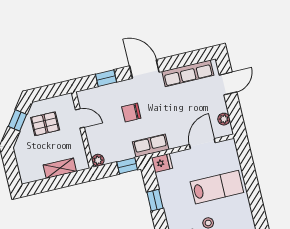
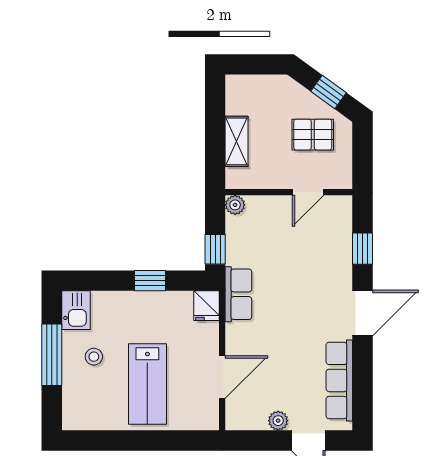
chair: (131, 112) -> (298, 276), removed
plant: (224, 119) -> (278, 421), moved
pallet: (45, 124) -> (313, 135), turned 90
door: (202, 144) -> (222, 377), hinge flipped

